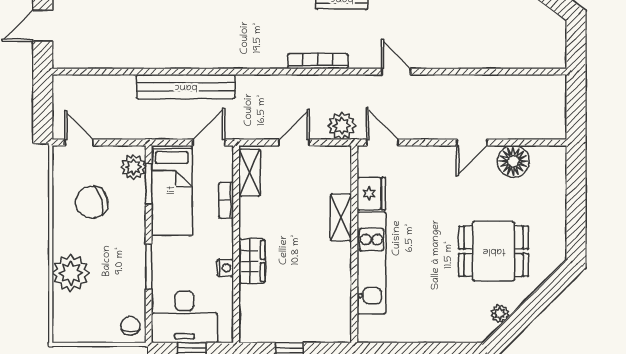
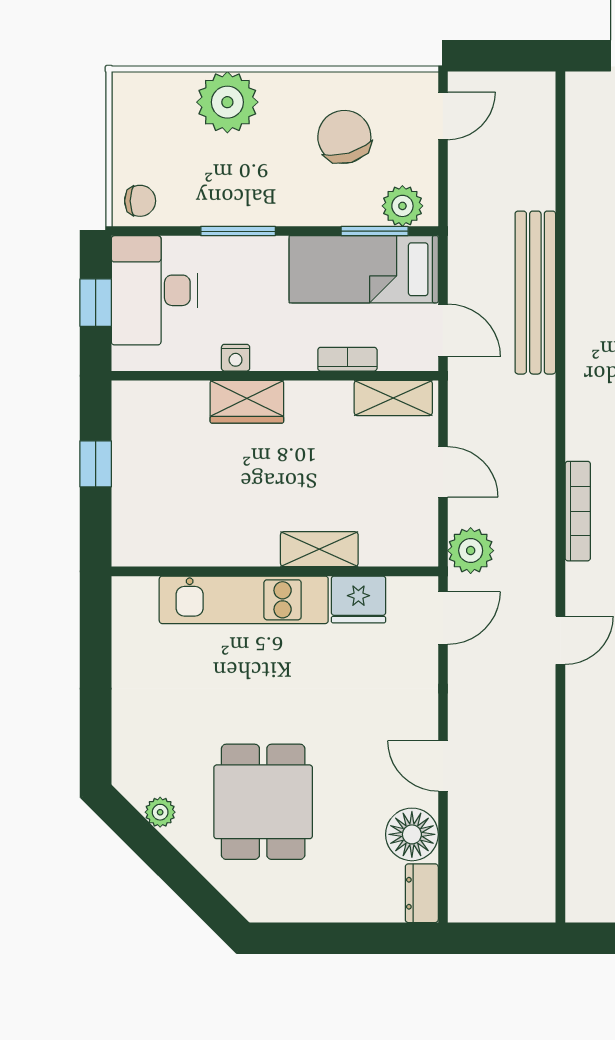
dresser: (549, 155) -> (422, 893), added

